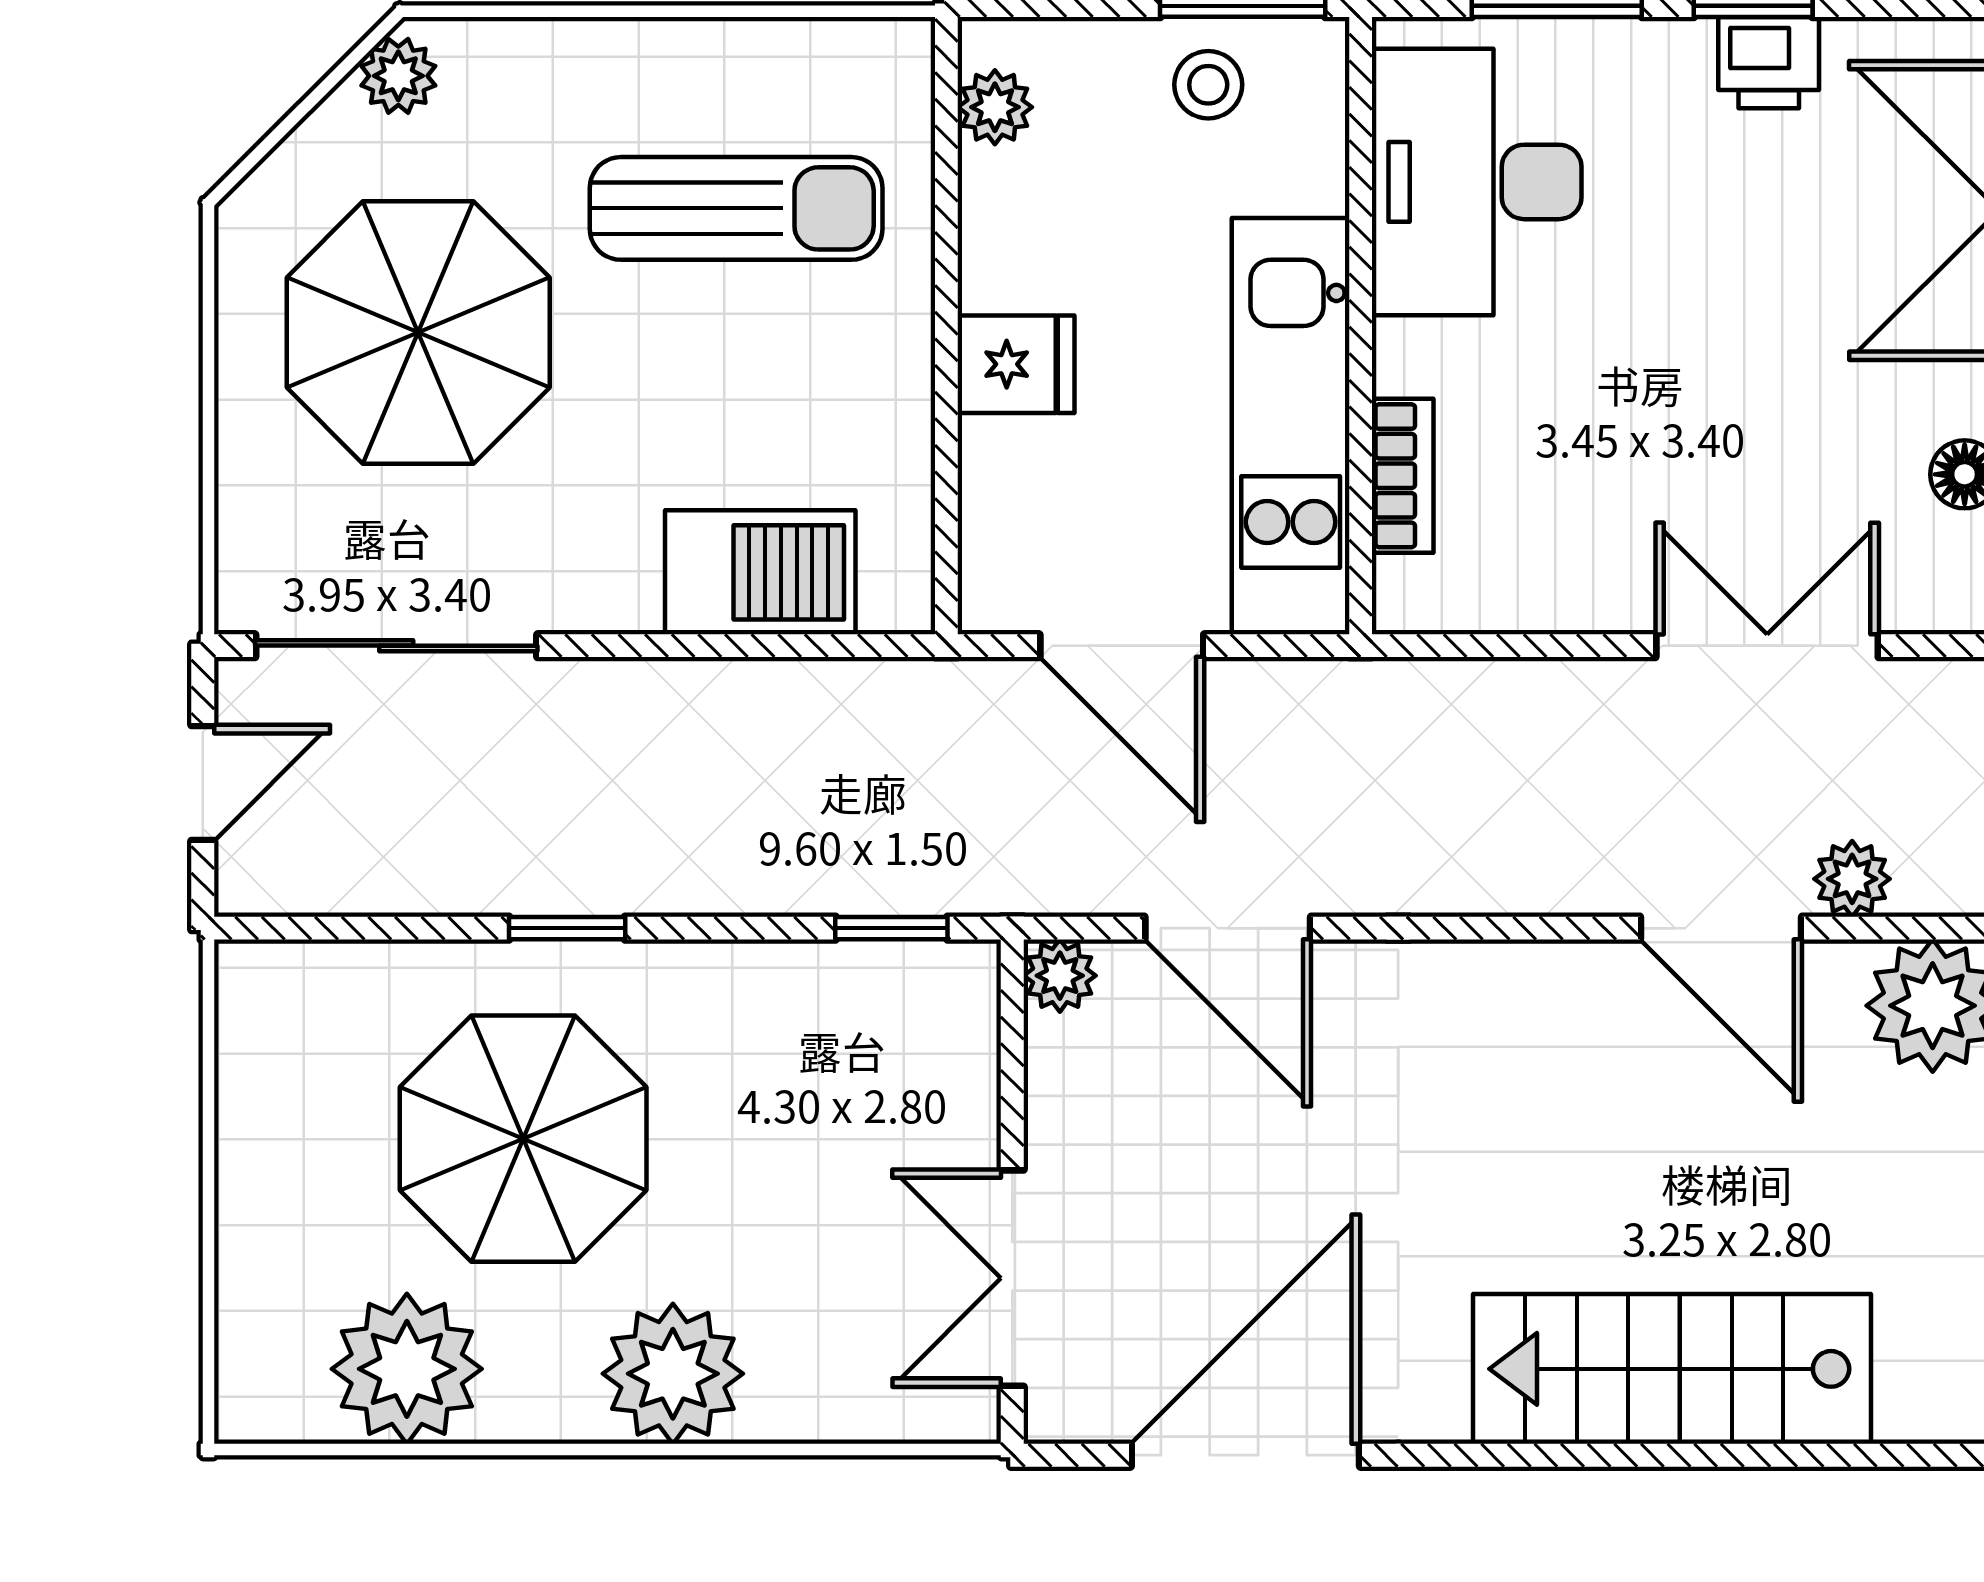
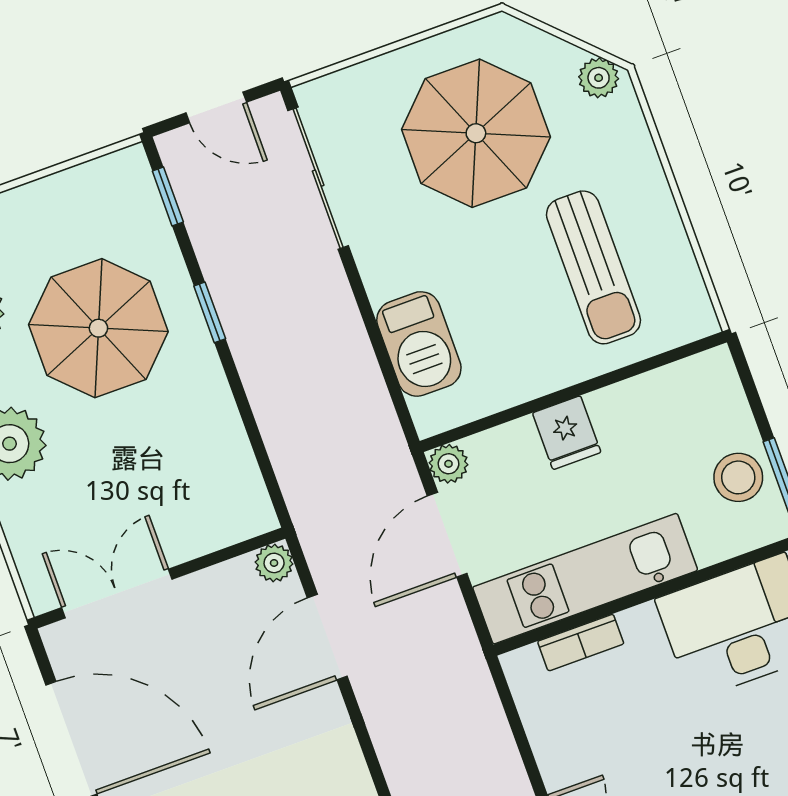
stool: (1208, 85) -> (738, 477), width x1.37, depth x1.37
plant: (995, 107) -> (448, 464), moved
window: (891, 928) -> (168, 197), moved

